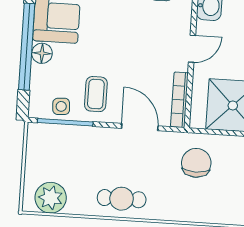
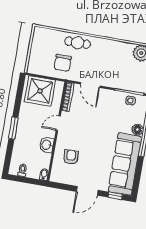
coffee table: (96, 94) -> (111, 105), removed
cafe table: (122, 199) -> (78, 43), moved

